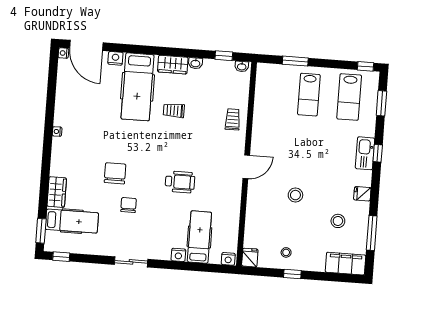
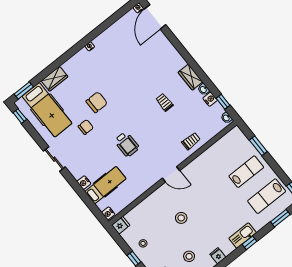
nightstand: (115, 58) -> (210, 99), moved
hospital bed: (138, 87) -> (159, 69), removed
lab bench: (309, 95) -> (246, 172), turned 180
hospital bed: (72, 221) -> (47, 110), width x1.37, depth x1.29

